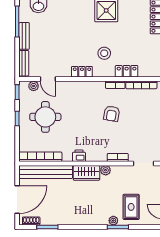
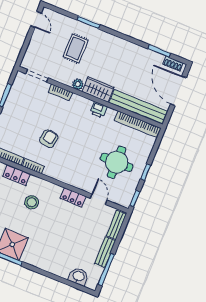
locker: (82, 72) -> (73, 197), moved
plant: (34, 86) -> (116, 198), removed
door: (17, 200) -> (178, 91), hinge flipped
rug: (131, 207) -> (76, 48), moved
plant: (113, 221) -> (90, 31), removed

